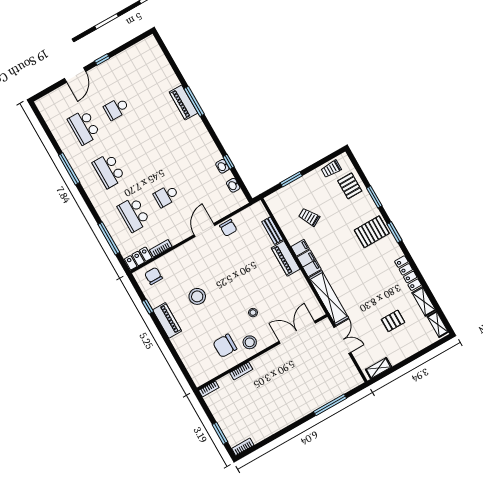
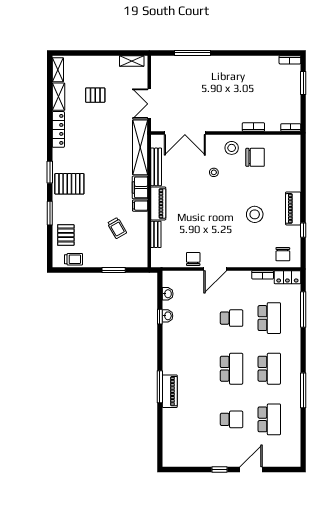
school desk: (141, 152) -> (232, 369), added
bench: (305, 289) -> (156, 167), added

